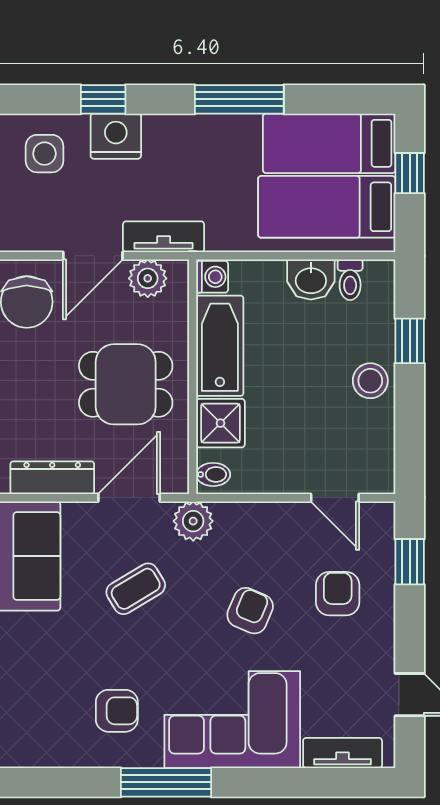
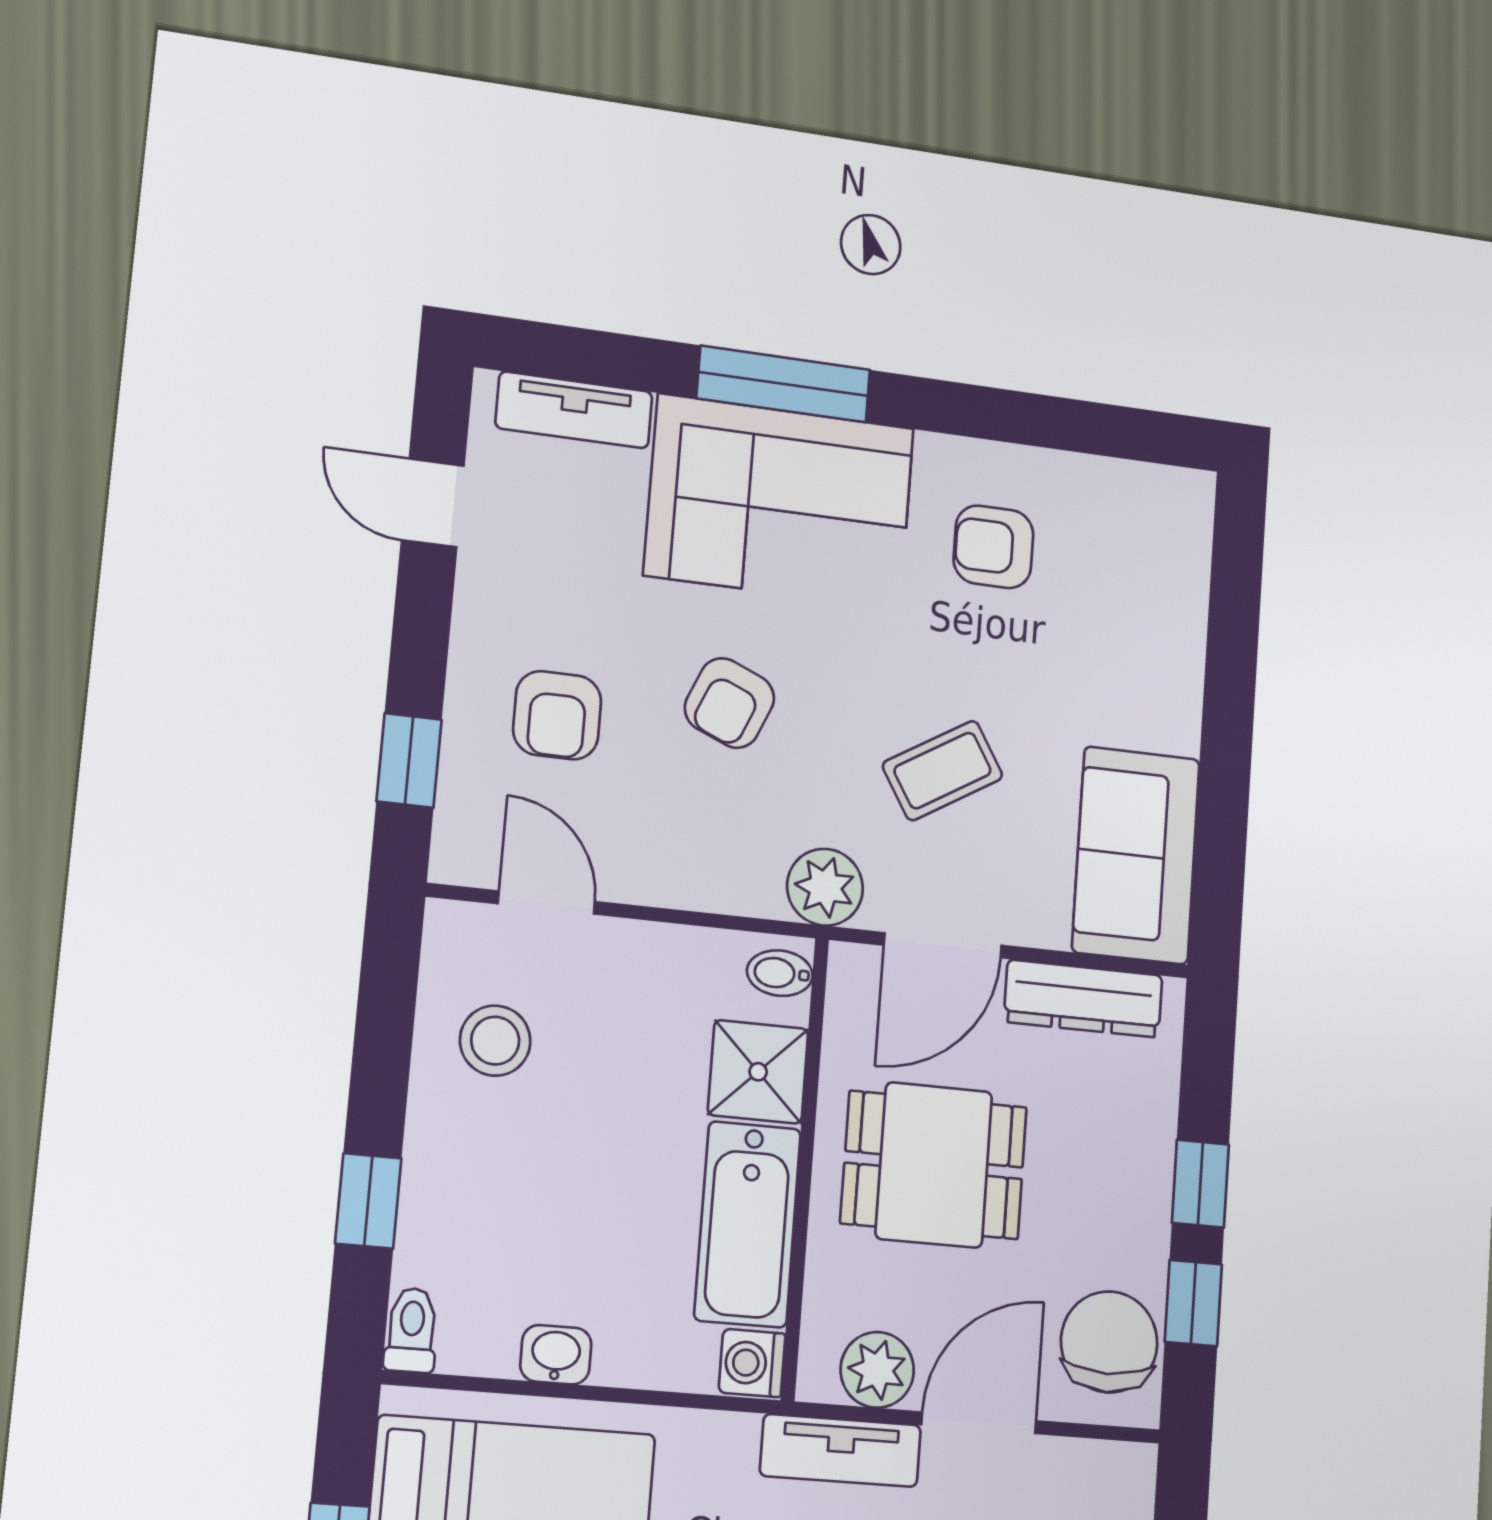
washbasin: (311, 279) -> (556, 1355), width x0.72, depth x0.69
toilet: (350, 280) -> (411, 1330), moved
stool: (370, 381) -> (495, 1041), moved
window: (166, 782) -> (784, 384), moved

